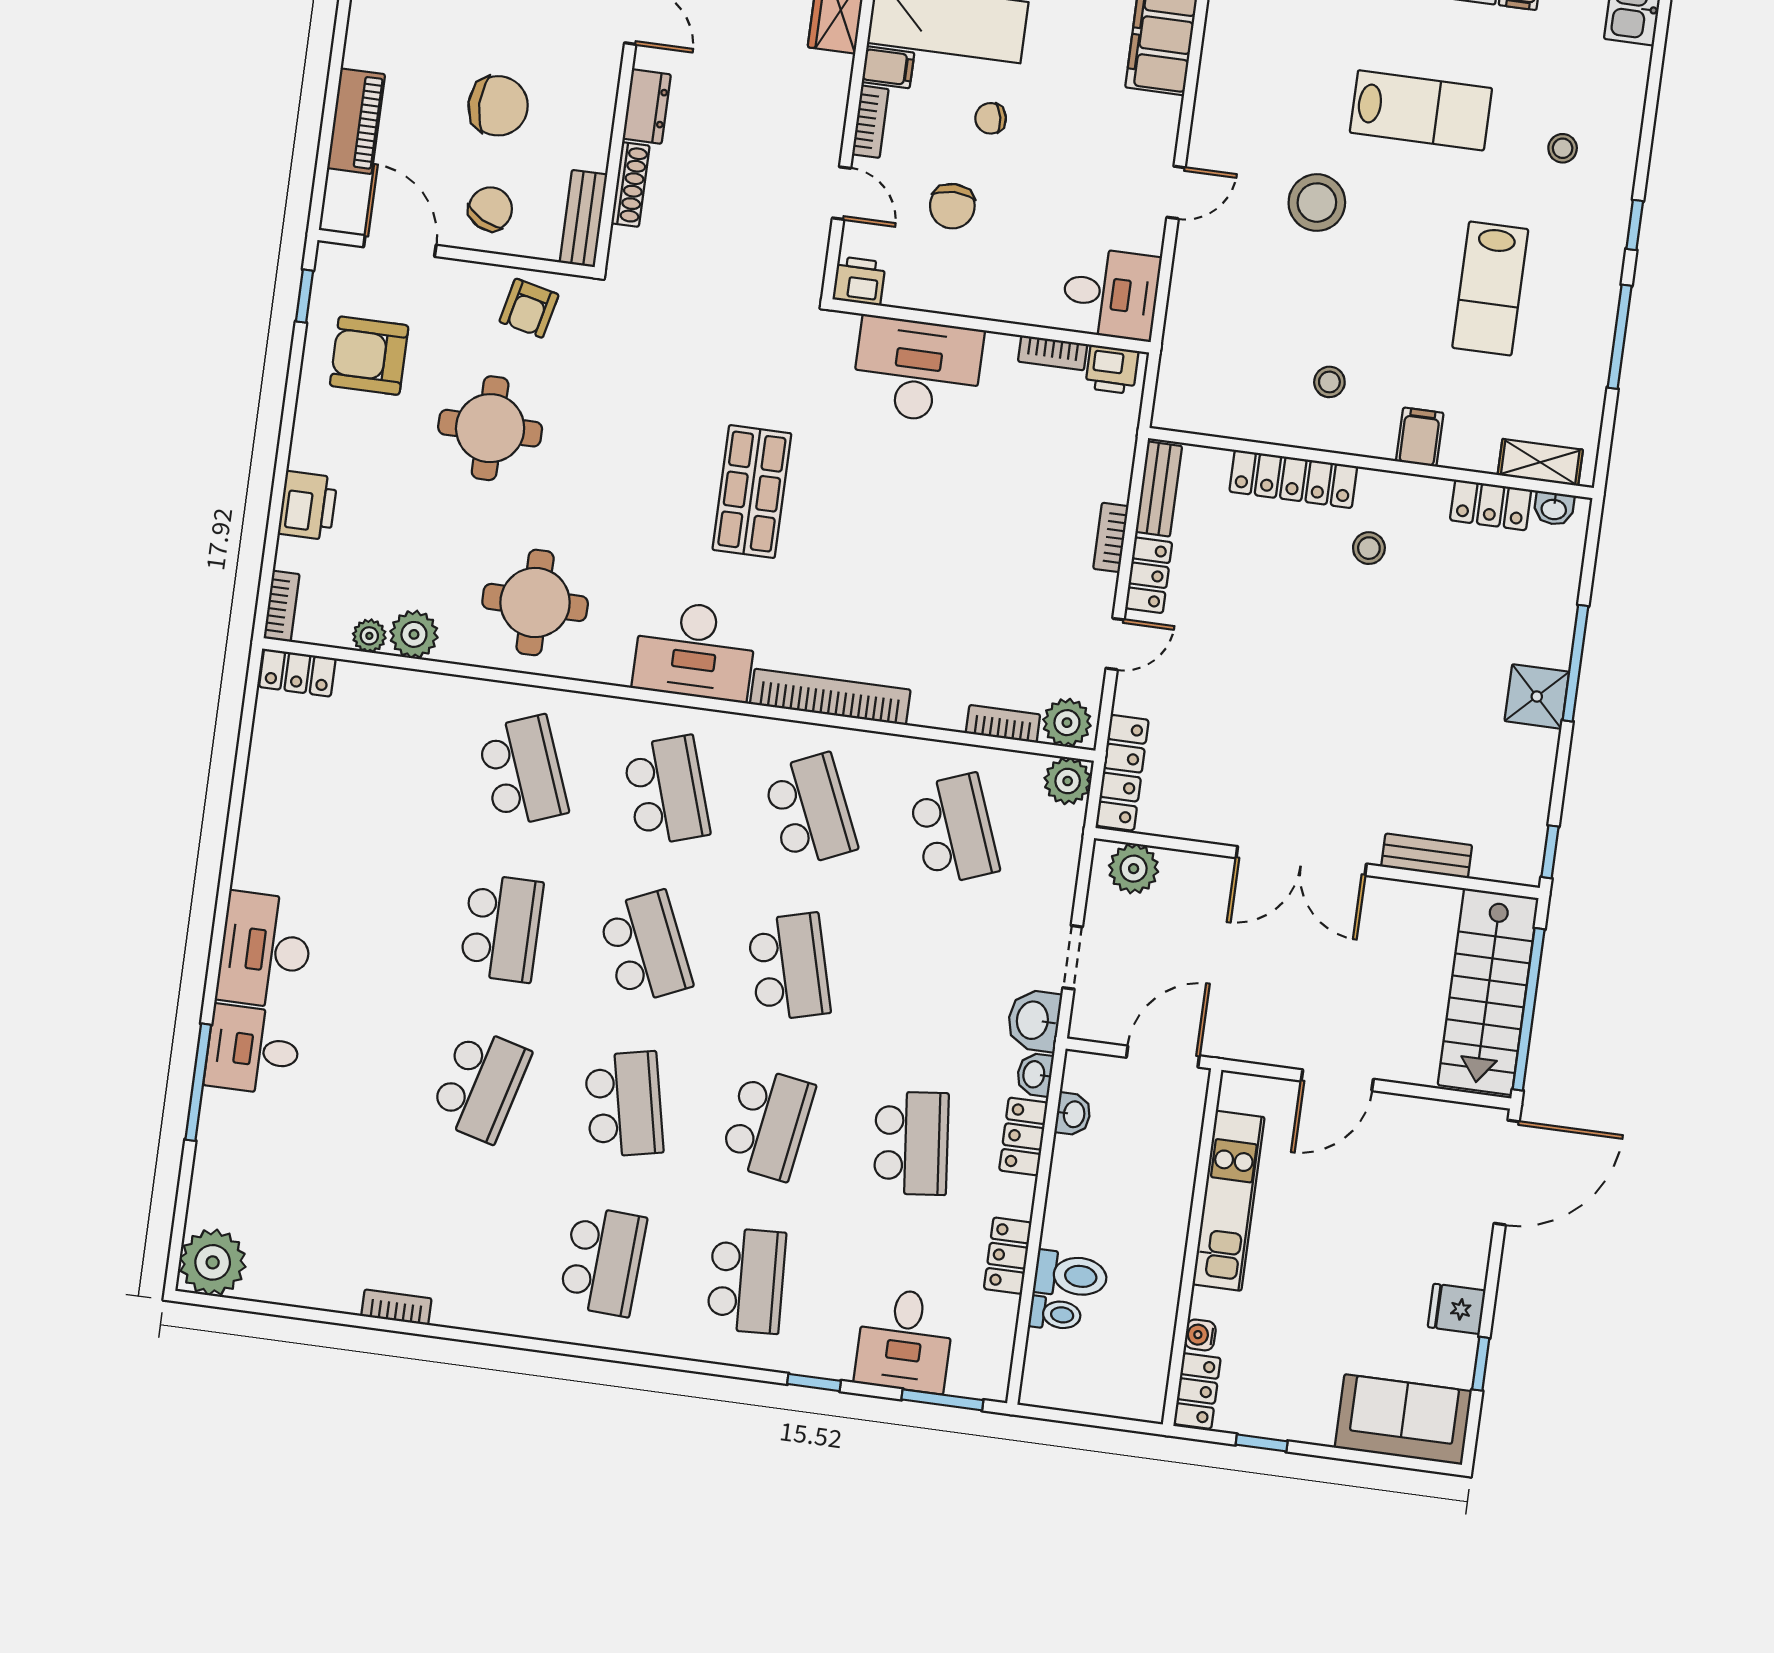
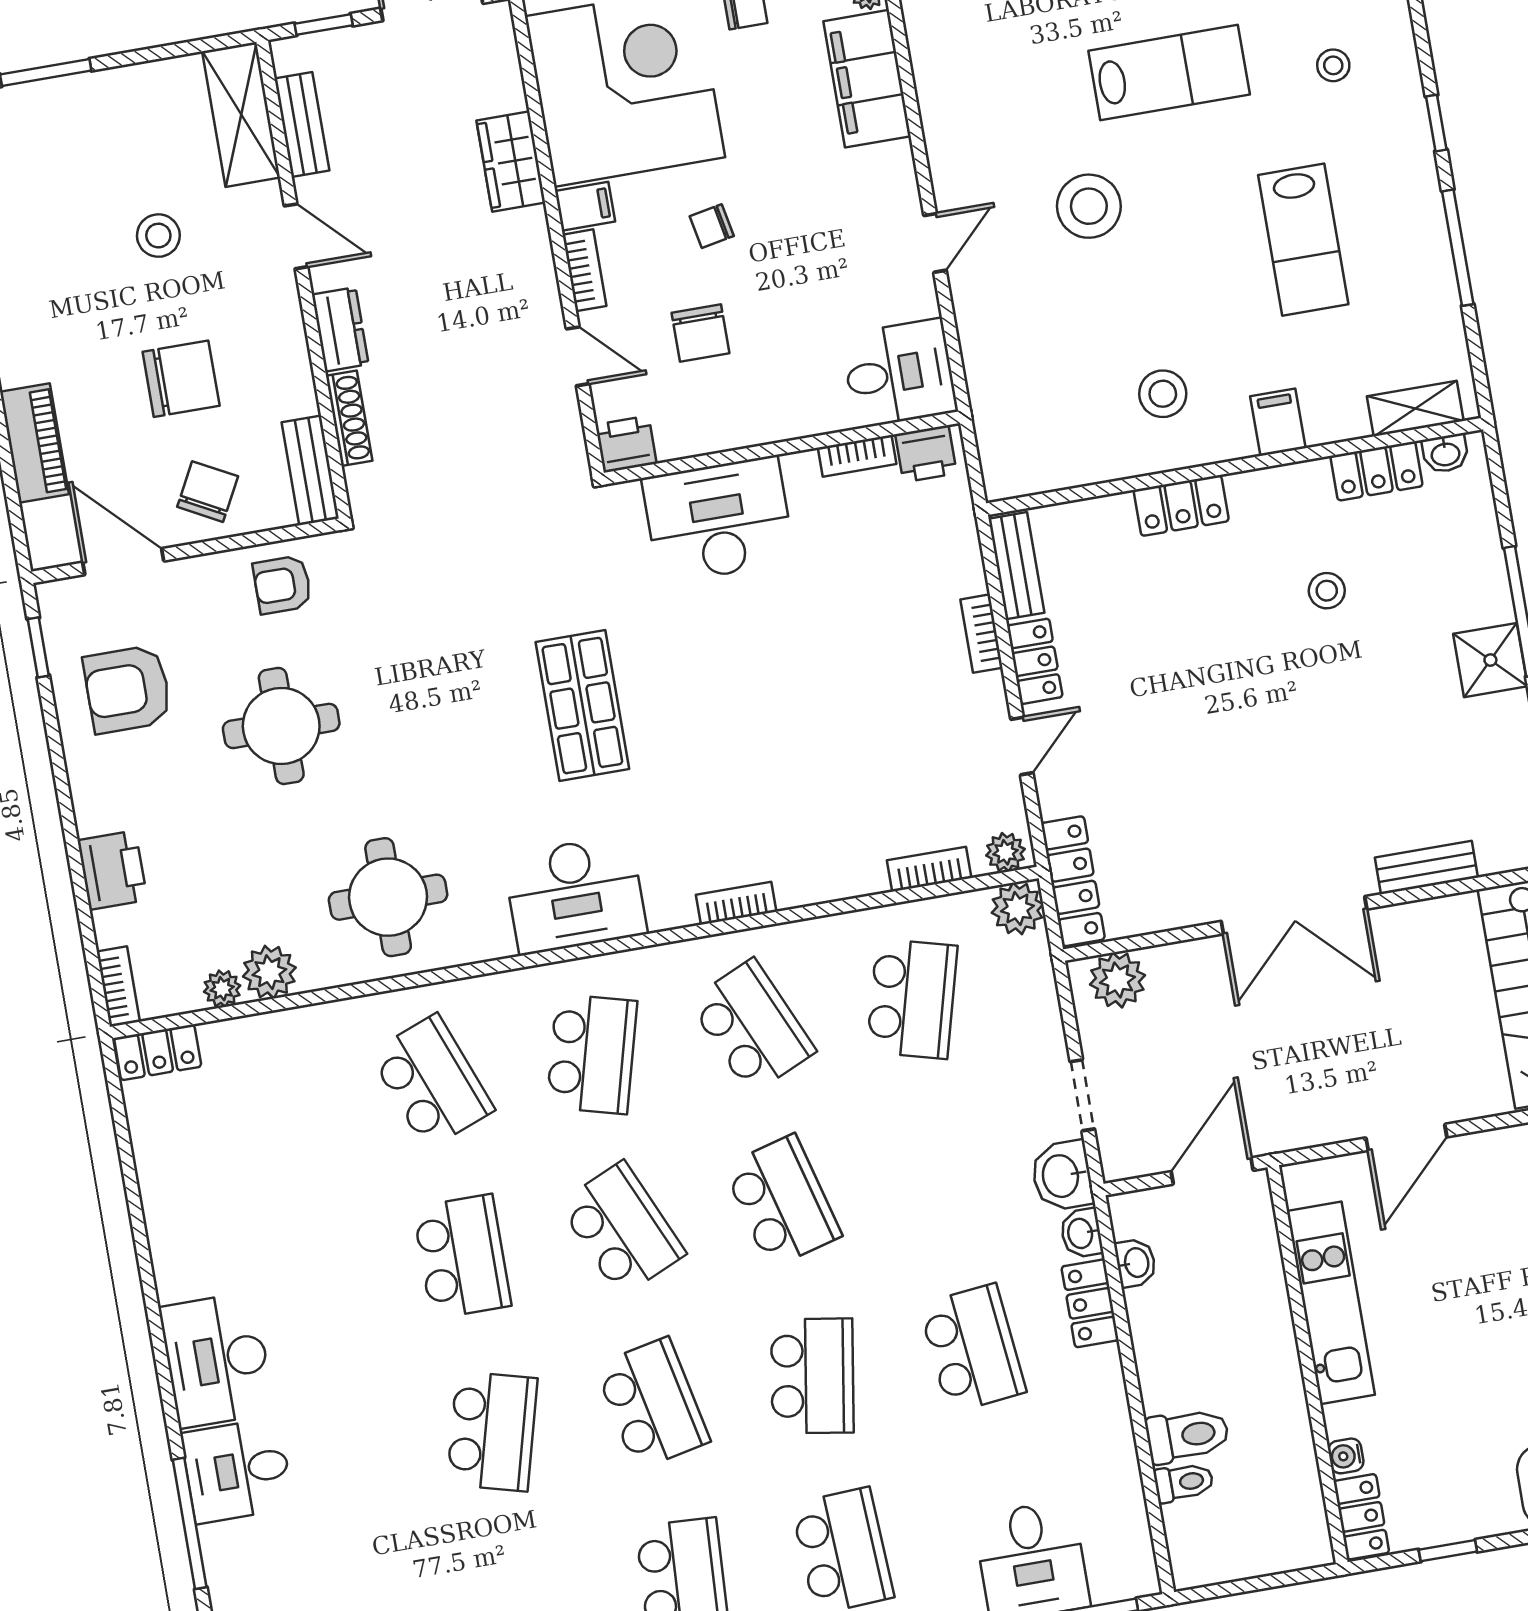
armchair: (529, 308) -> (282, 585), turned 77
stool: (1329, 382) -> (1163, 394), width x1.37, depth x1.37
locker: (1293, 479) -> (1181, 505), width x0.66
stool: (1369, 548) -> (1327, 591), moved
bookcase: (830, 697) -> (736, 903), width x0.43, depth x0.76
plant: (1067, 723) -> (1006, 852), width x0.73, depth x0.73
school desk: (666, 791) -> (592, 1054), turned 33
school desk: (954, 830) -> (912, 999), turned 36
locker: (1008, 1256) -> (1113, 1436), removed

